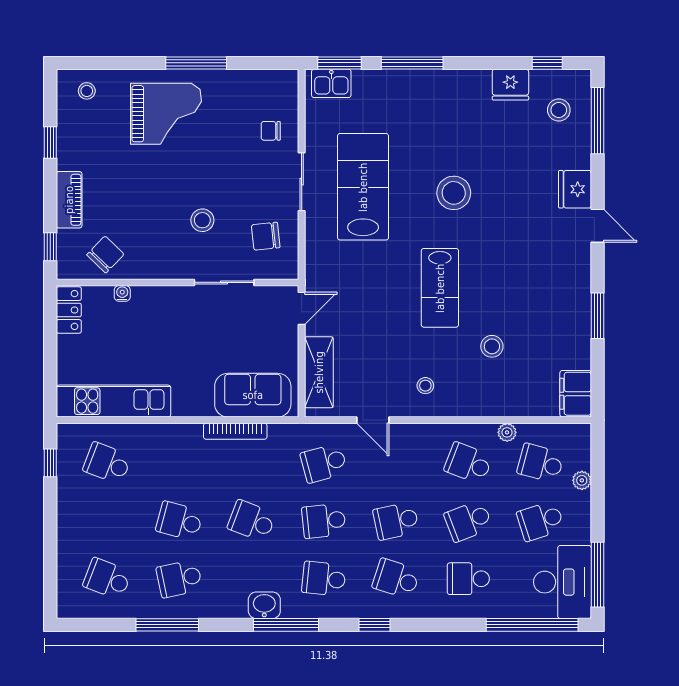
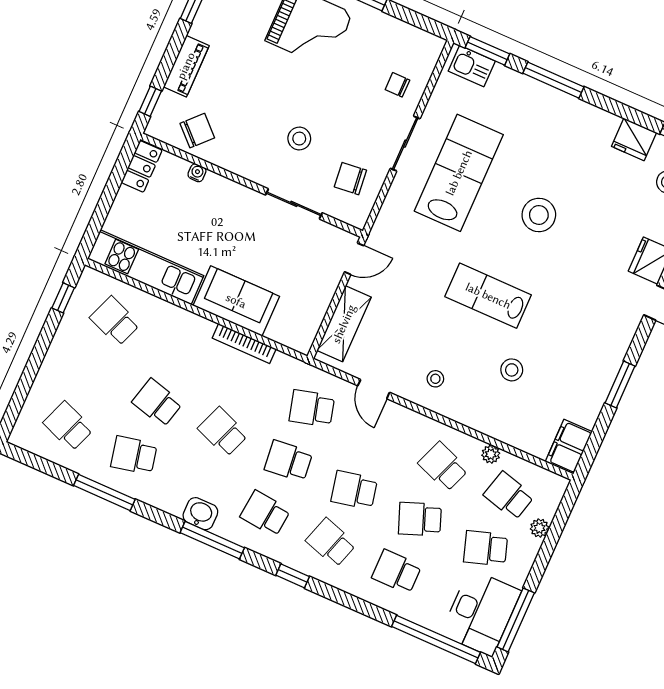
lab bench: (440, 288) -> (488, 296), turned 90
sofa: (253, 395) -> (236, 301), moved

